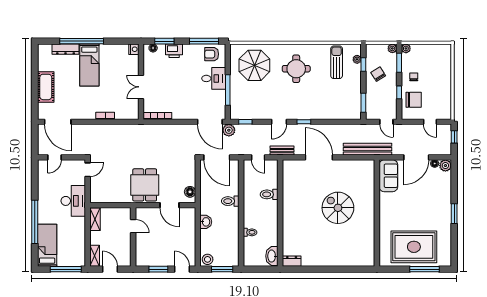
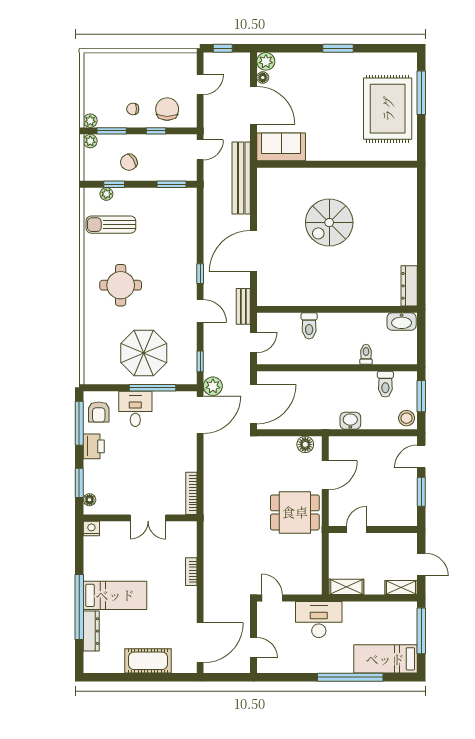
printer: (174, 51) -> (94, 446), moved
parasol: (254, 65) -> (144, 353), moved
toilet: (230, 201) -> (385, 384), moved
dresser: (292, 261) -> (409, 286), width x1.44
door: (110, 269) -> (421, 565), swing flipped

